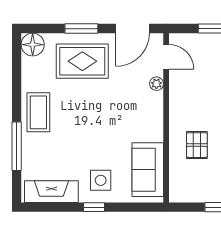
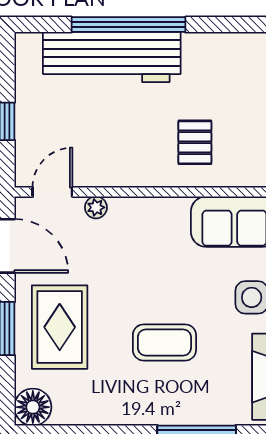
coffee table: (38, 112) -> (164, 342), moved
pallet: (197, 145) -> (195, 142), turned 90

